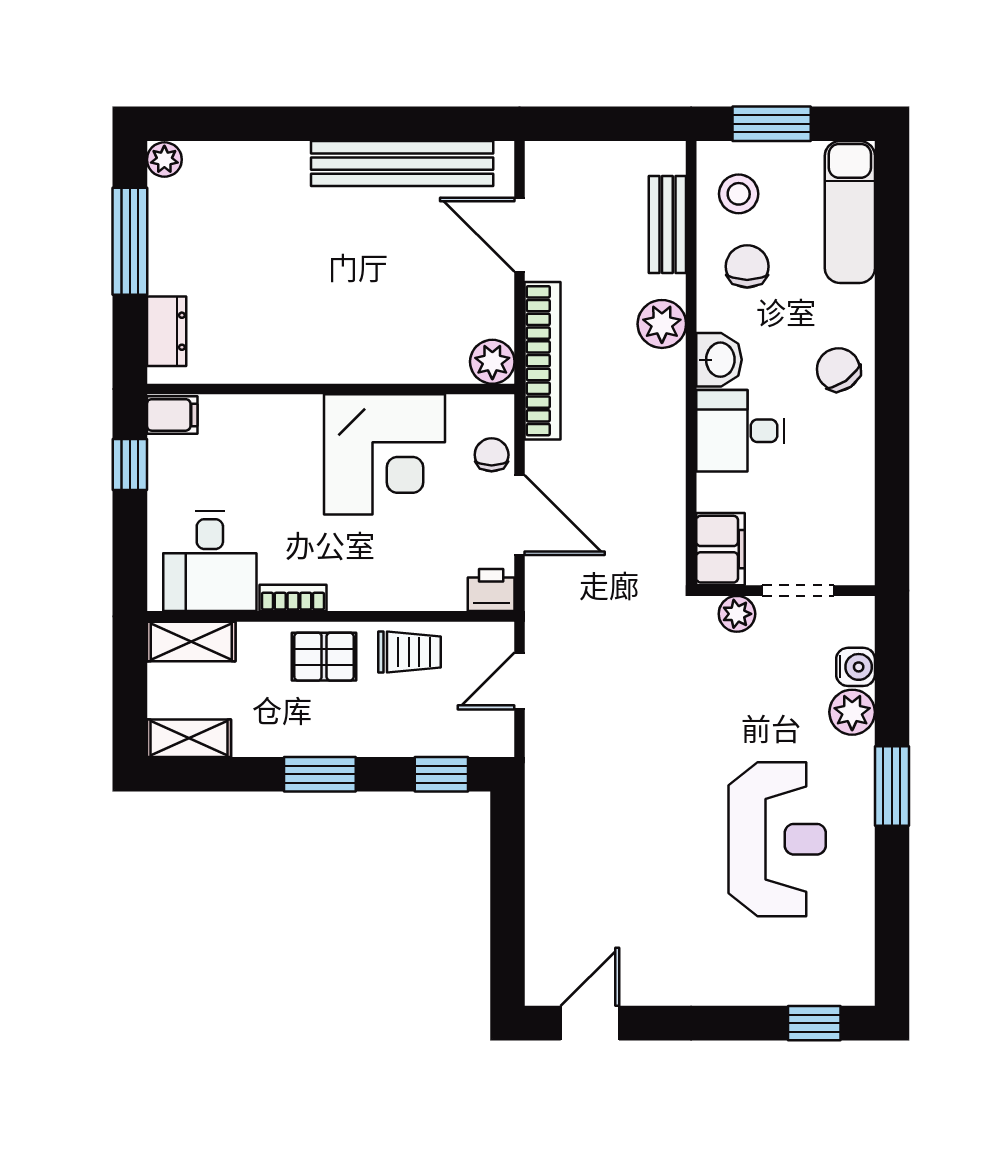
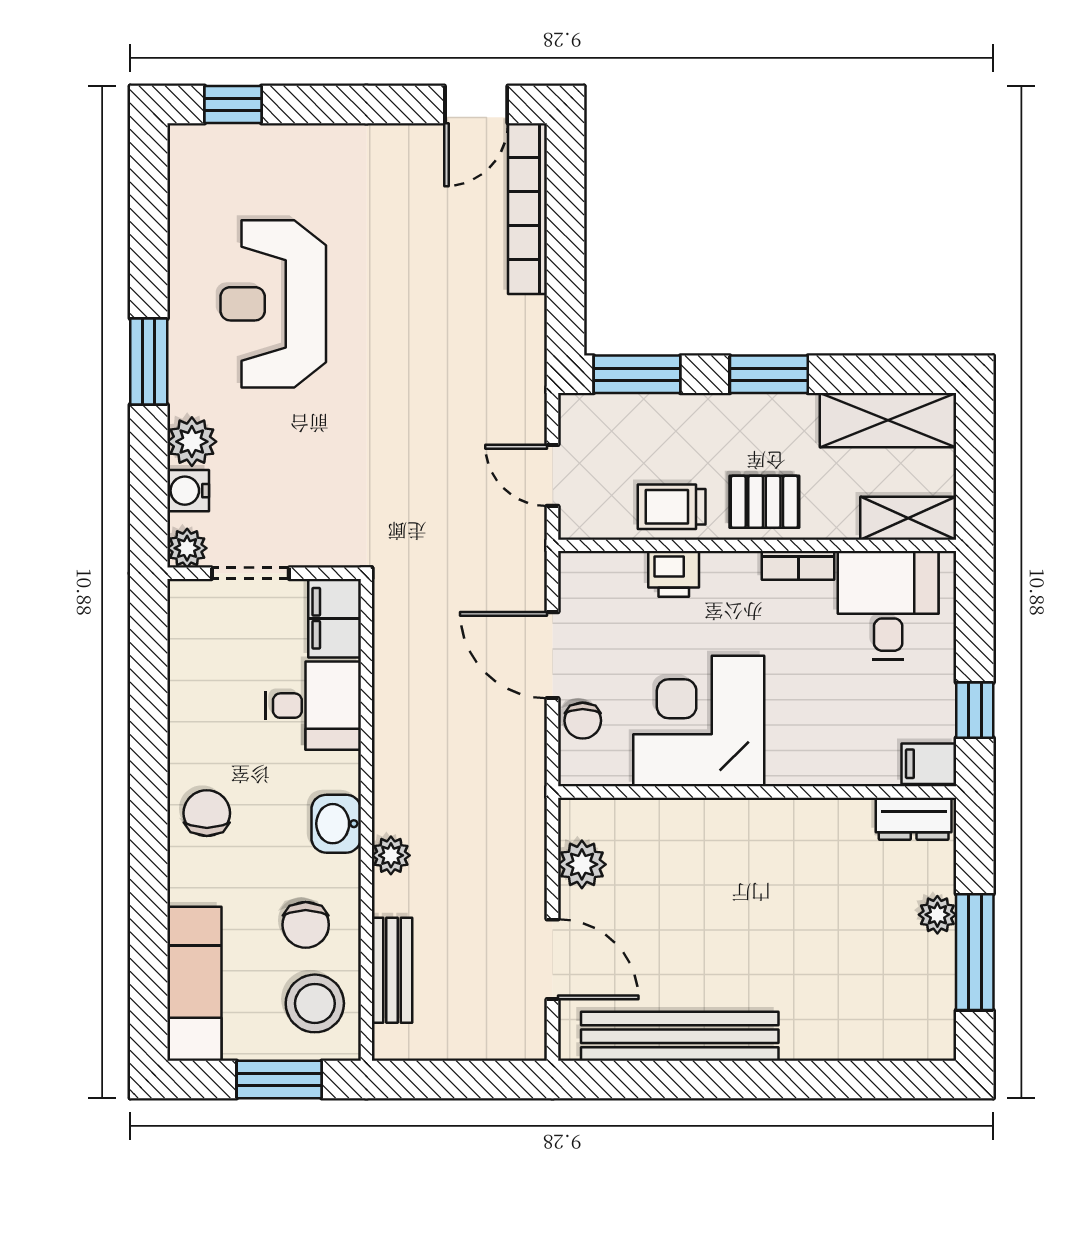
plant: (164, 160) -> (937, 915), moved
stool: (739, 194) -> (315, 1003), width x1.38, depth x1.38
plant: (662, 324) -> (391, 855), width x0.73, depth x0.73
dresser: (167, 331) -> (914, 819), moved, turned -90
bookcase: (543, 361) -> (527, 209), moved
plant: (492, 362) -> (582, 864), moved
chair: (838, 369) -> (207, 813), turned -145
desk: (740, 431) -> (313, 706), moved
printer: (491, 590) -> (674, 574), moved
plant: (737, 614) -> (187, 548), moved
door: (519, 681) -> (552, 475), swing flipped
shelving: (189, 738) -> (888, 420), width x1.50, depth x1.33
window: (441, 774) -> (637, 374), width x1.50

